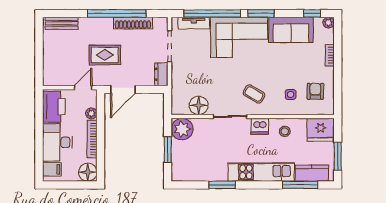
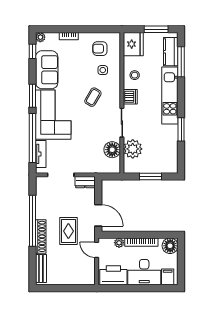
shoe rack: (133, 23) -> (41, 236), moved
coffee table: (254, 94) -> (93, 97), moved
plant: (182, 129) -> (133, 149), moved

